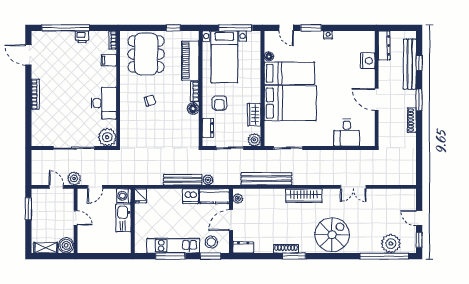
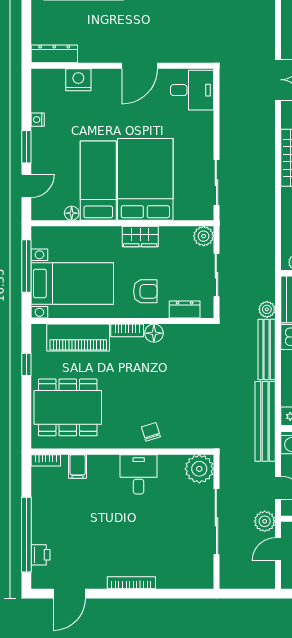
printer: (82, 37) -> (41, 555), moved
dresser: (384, 45) -> (54, 54), moved
nightstand: (368, 61) -> (78, 80), moved
wall: (377, 89) -> (122, 66), moved
door: (377, 99) -> (140, 66), moved
chair: (150, 101) -> (151, 432), moved
desk: (104, 103) -> (139, 474), width x0.73
wardrobe: (254, 115) -> (140, 236), moved
bench: (266, 179) -> (265, 421), moved

